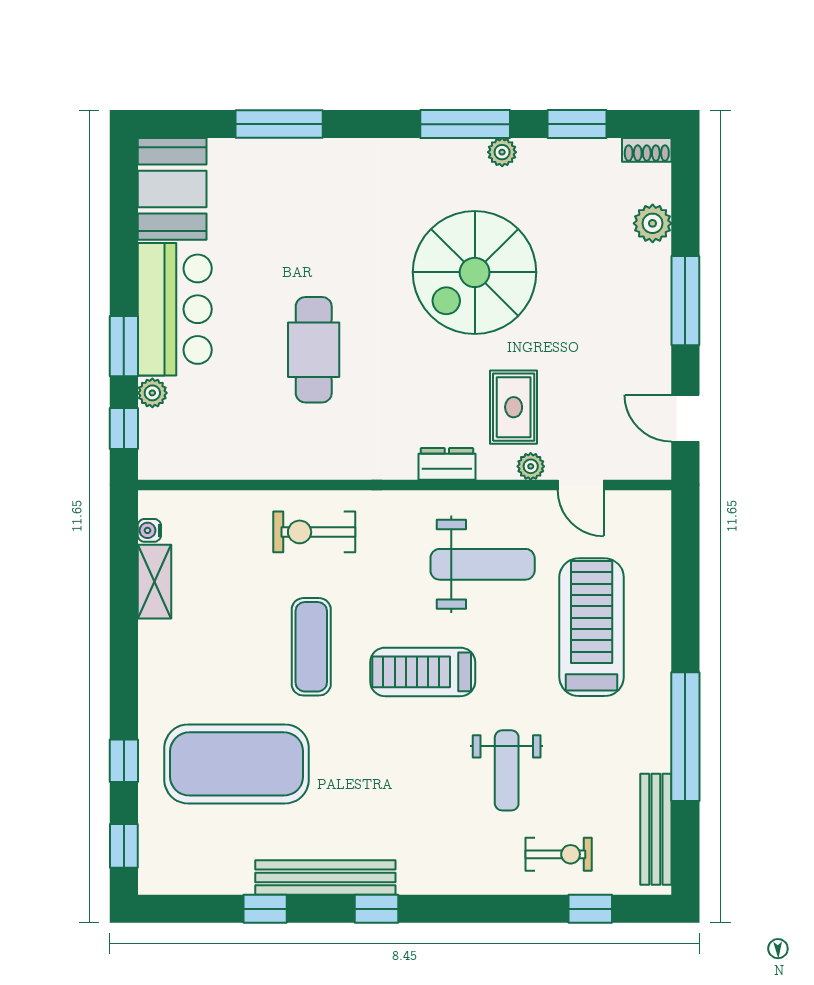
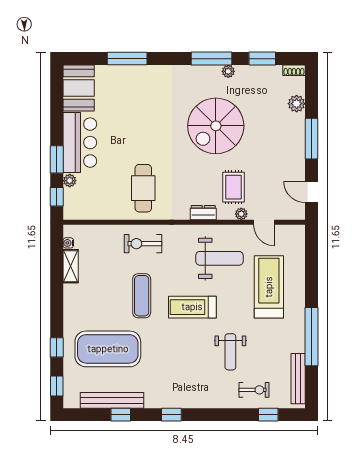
cafe table: (314, 350) -> (143, 188), moved
bench: (325, 877) -> (112, 400), moved

